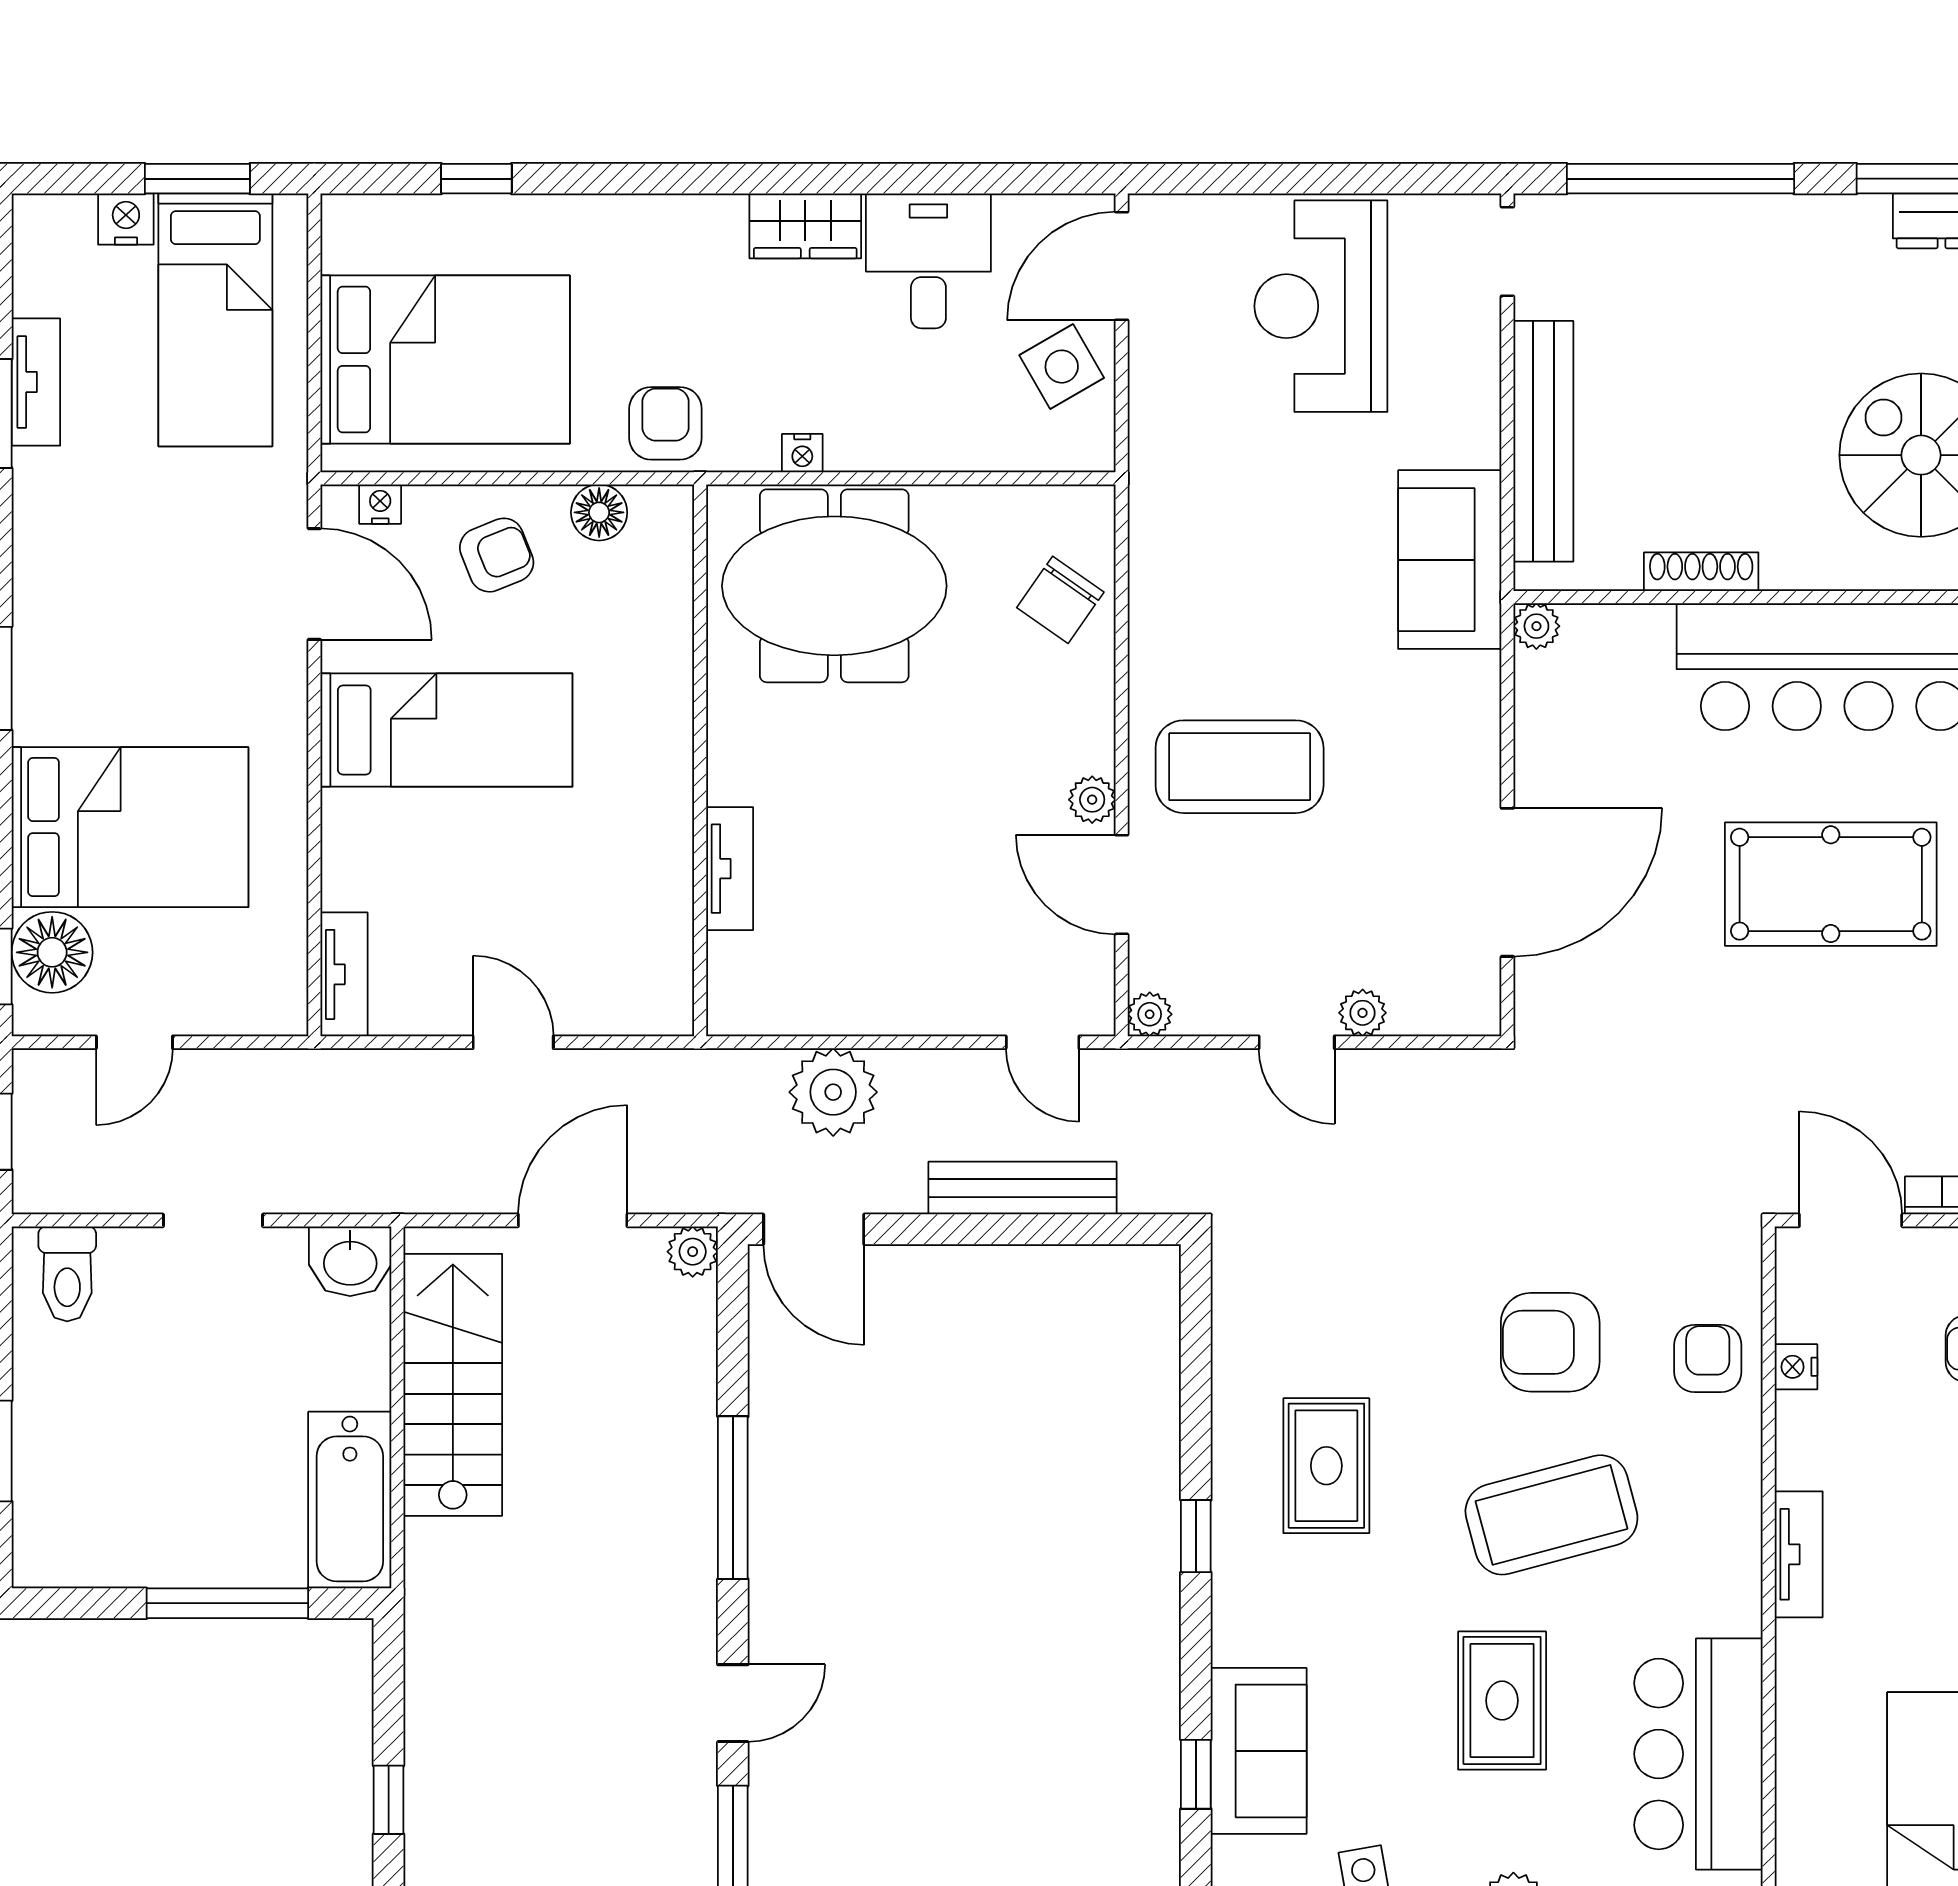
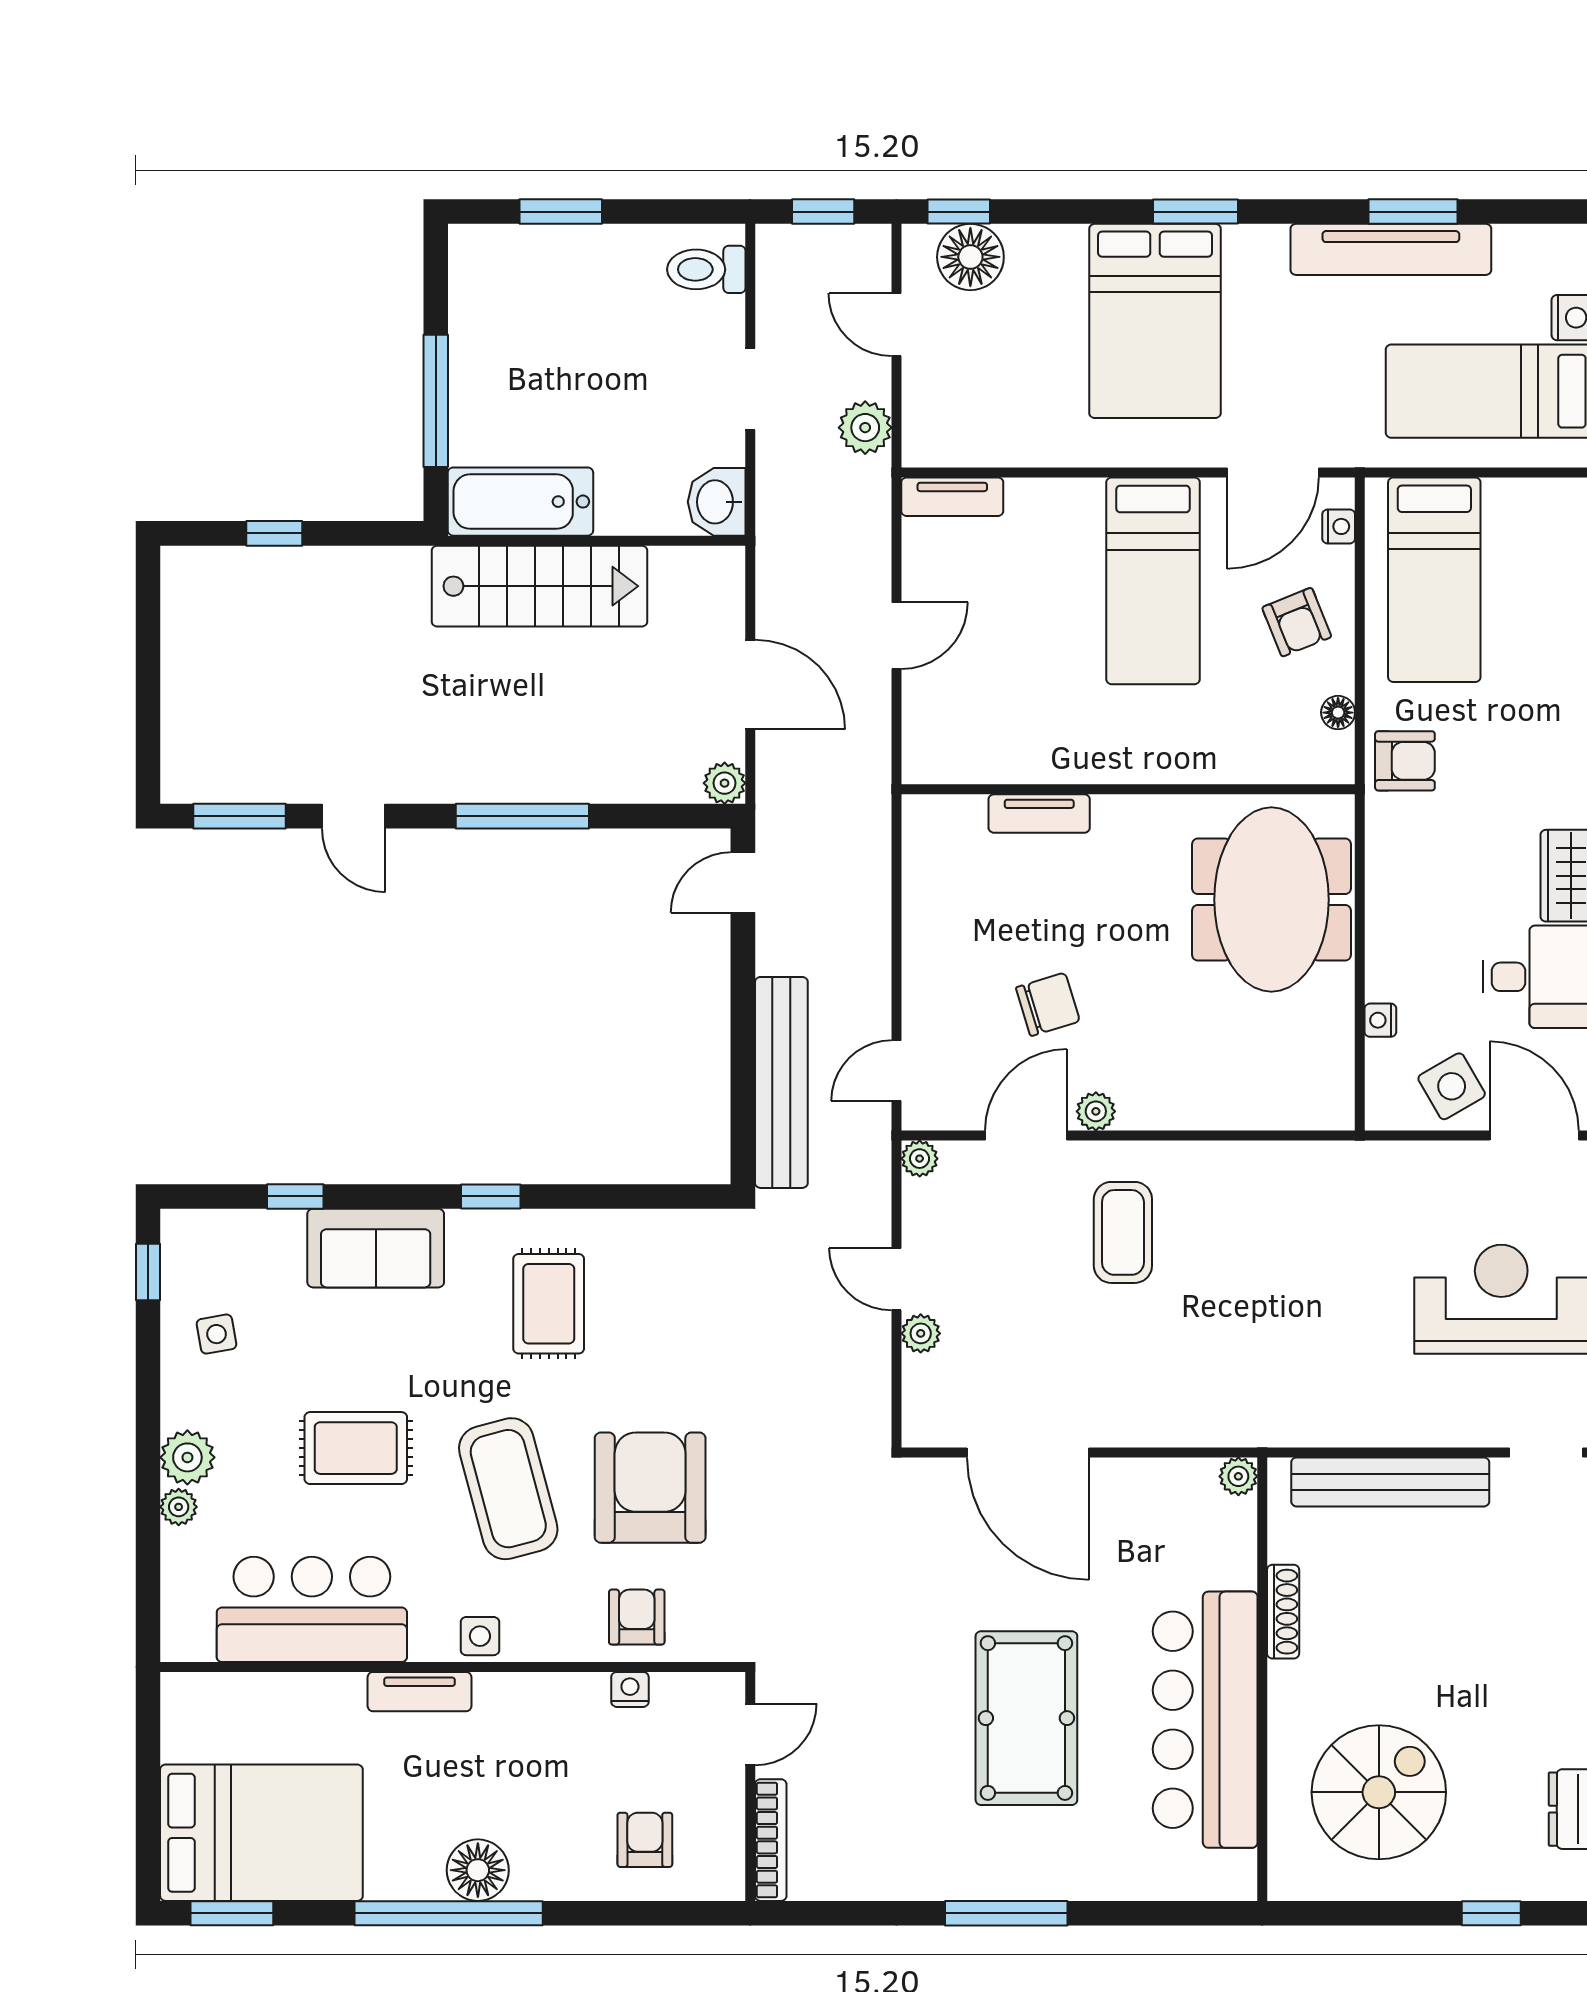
bed: (445, 359) -> (1434, 580), width x0.67
tv unit: (36, 382) -> (1391, 249), width x1.92, depth x1.29
nightstand: (802, 453) -> (1380, 1020), moved
floor lamp: (599, 512) -> (1338, 713), width x0.73, depth x0.73
sofa: (1450, 560) -> (1293, 1405), removed
chair: (1060, 600) -> (1048, 1004), moved, turned 128
coffee table: (1240, 767) -> (1123, 1232), width x0.73, depth x0.76
bed: (130, 827) -> (1155, 321), moved
door: (1297, 1042) -> (897, 1279), hinge flipped
plant: (833, 1092) -> (865, 428), moved, width x0.73, depth x0.73
bench: (1022, 1188) -> (781, 1082), width x1.37, depth x1.21
door: (1851, 1220) -> (750, 1734), width x0.73
door: (814, 1229) -> (743, 883), width x0.73
armchair: (1550, 1342) -> (650, 1488), width x1.36, depth x1.36
armchair: (1708, 1358) -> (637, 1617), turned -90
stairs: (453, 1385) -> (539, 586), moved
rug: (1326, 1466) -> (549, 1304), turned 90
side table: (1731, 1549) -> (480, 1636), added
tv unit: (1799, 1554) -> (420, 1692), moved
sofa: (1259, 1751) -> (376, 1248), moved

